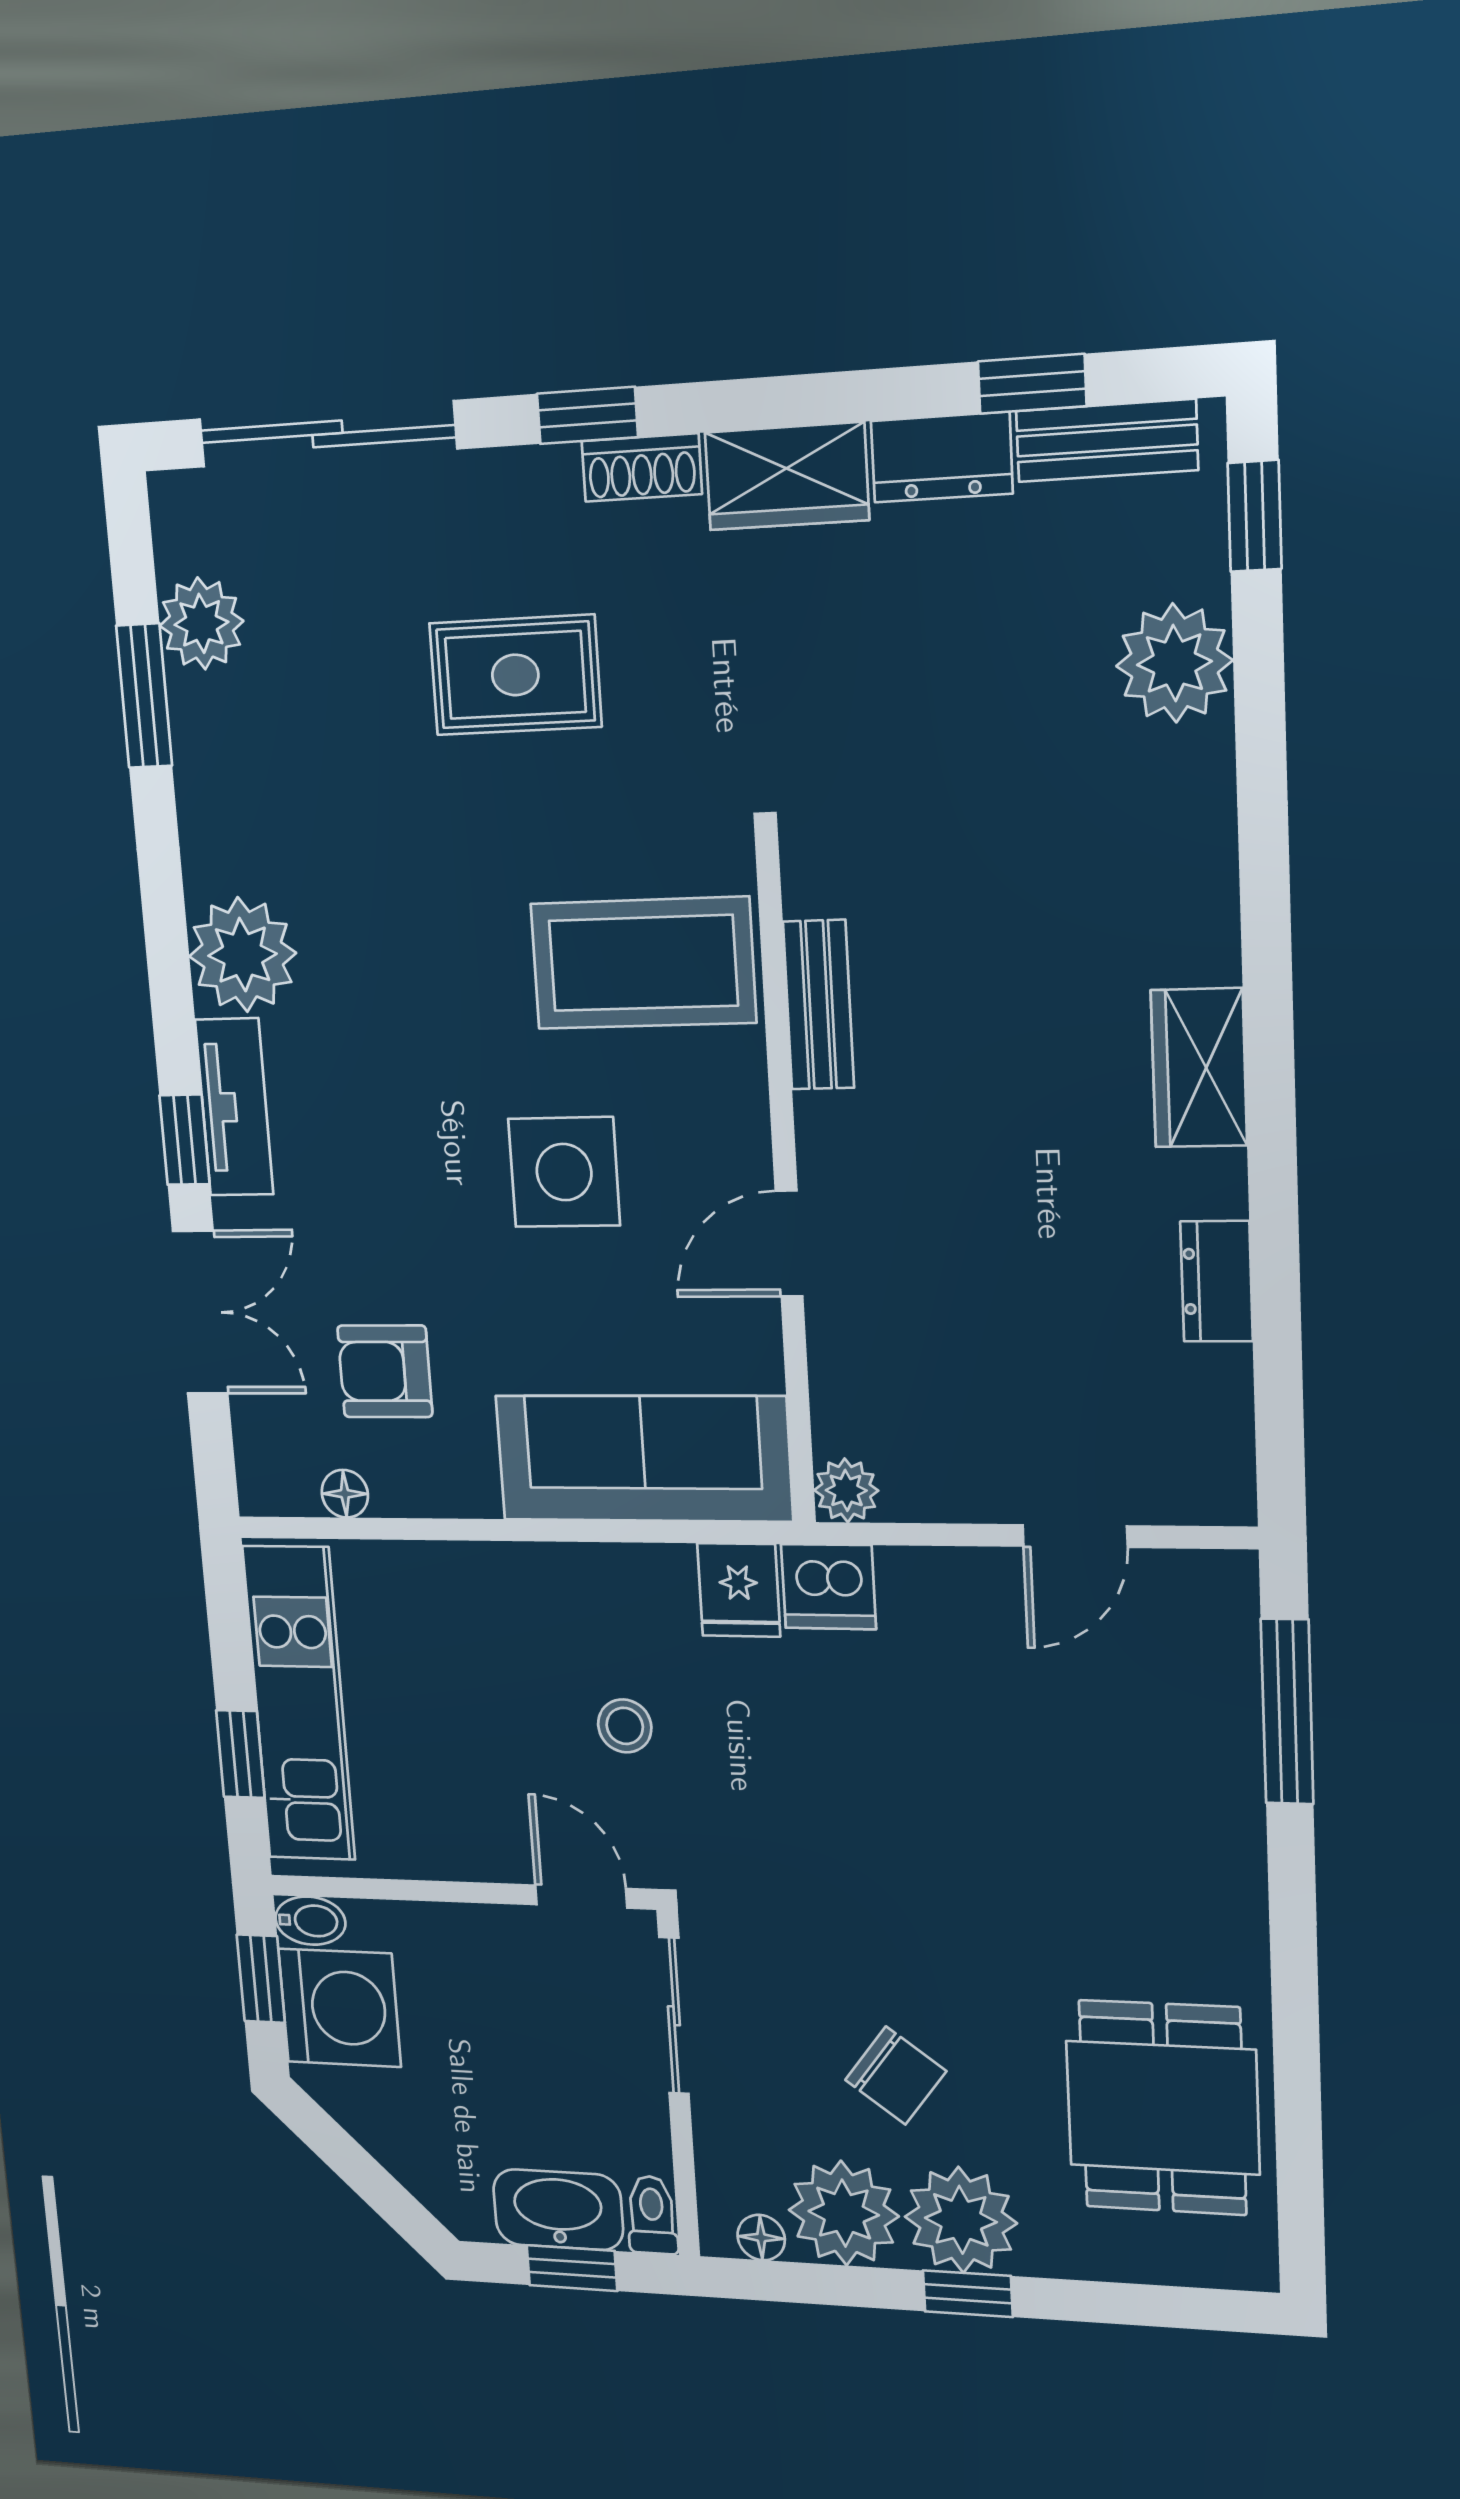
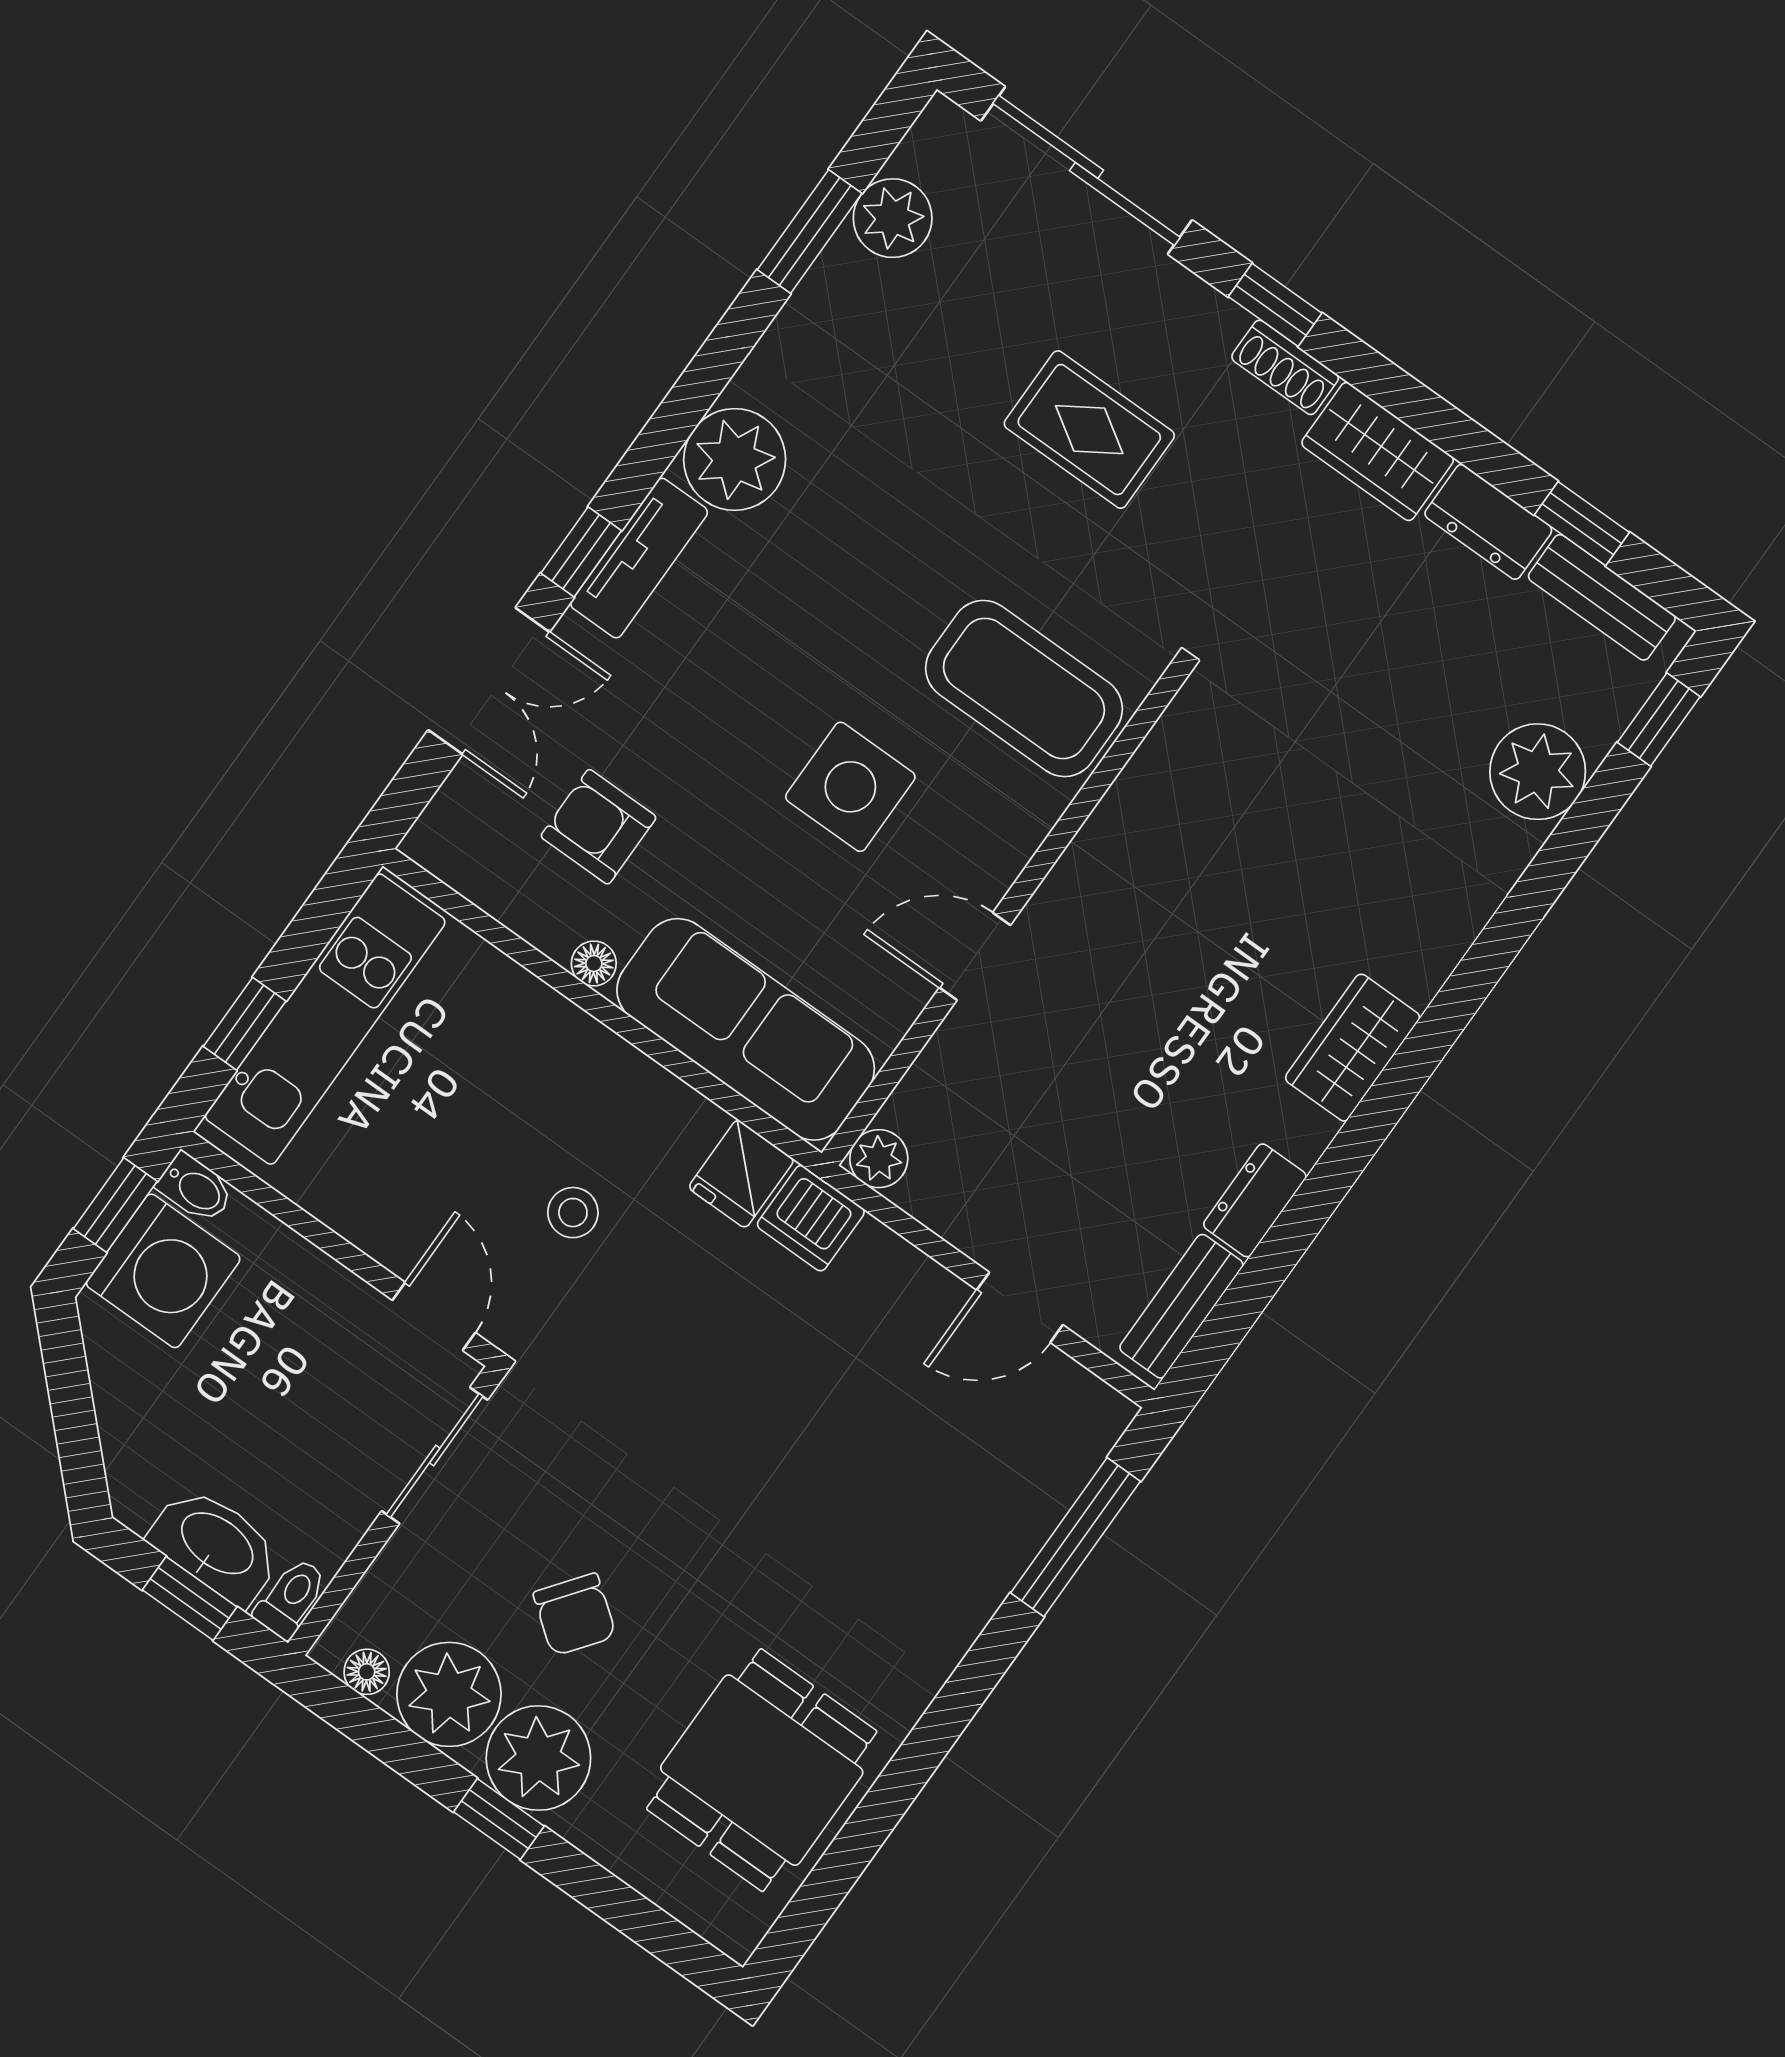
bench: (819, 1005) -> (1181, 1306), moved
floor lamp: (345, 1494) -> (594, 963), moved

